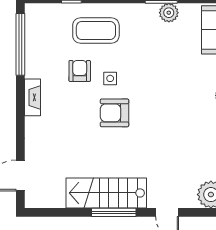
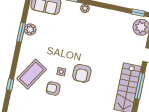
coffee table: (96, 30) -> (32, 74), turned 32

